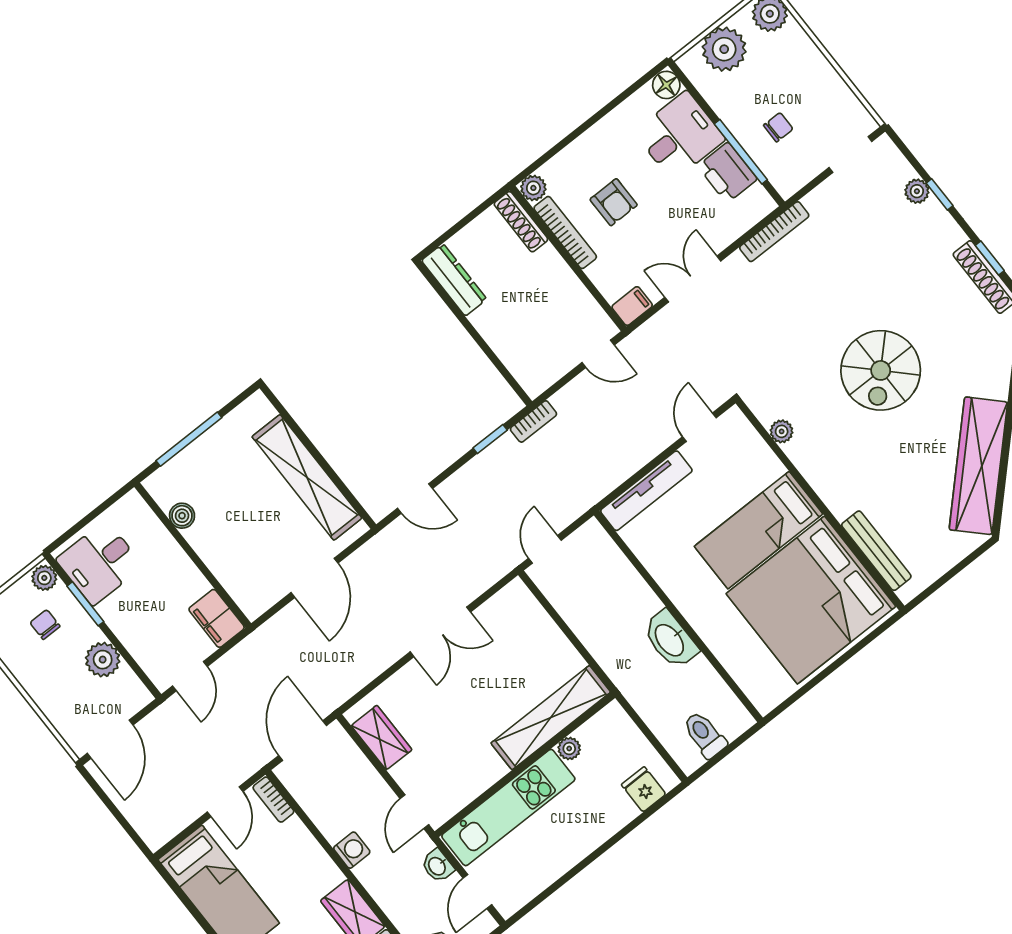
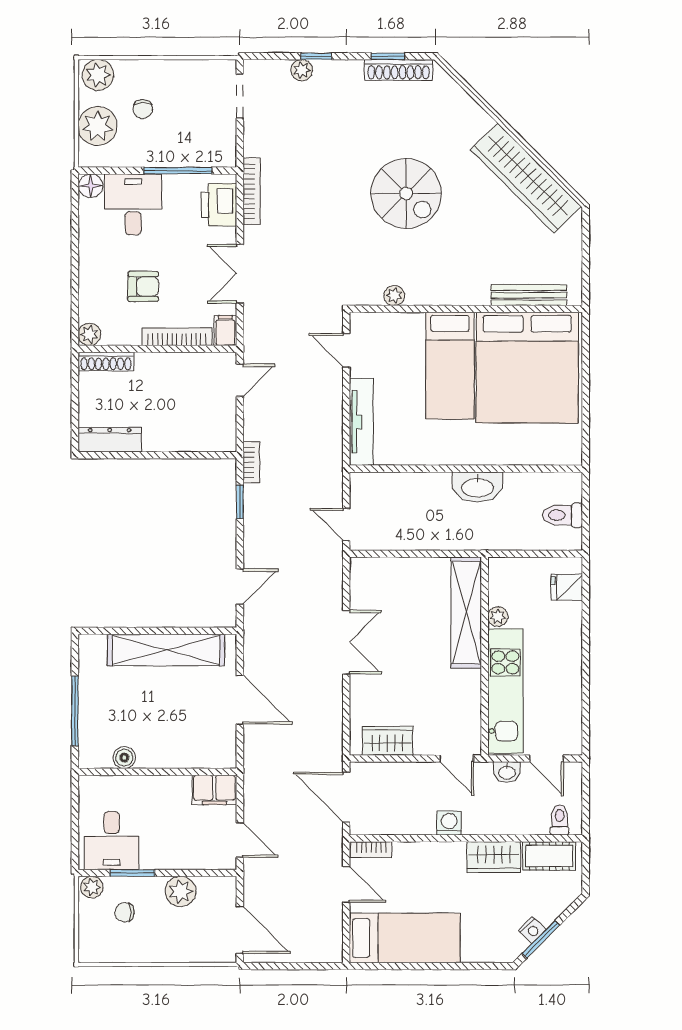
chair: (778, 127) -> (143, 109), moved, turned 180
printer: (727, 173) -> (219, 205), moved, turned 90
bookcase: (565, 233) -> (177, 337), moved

